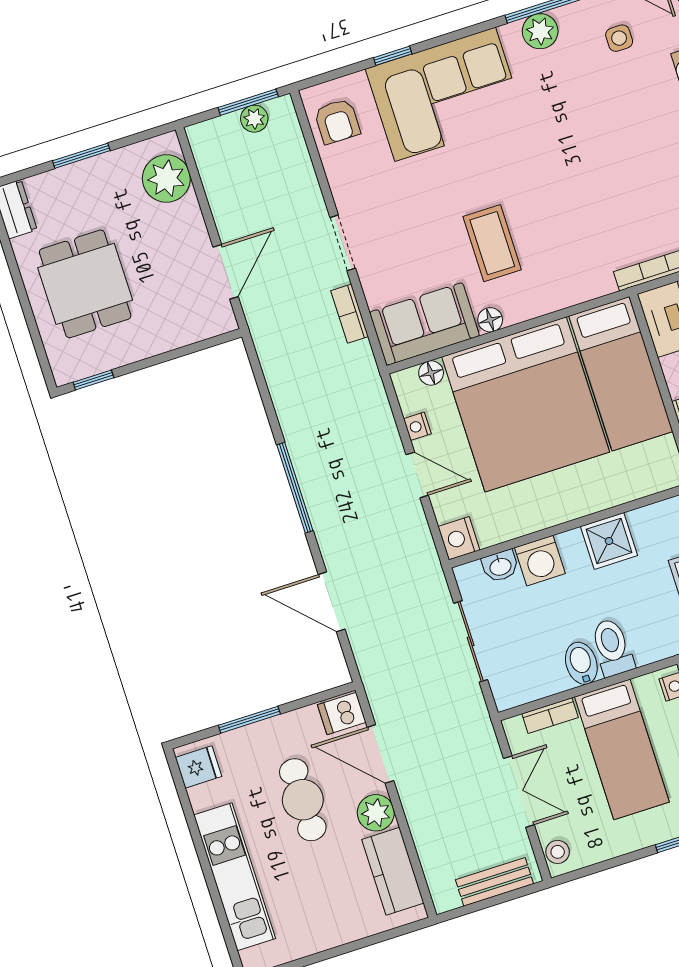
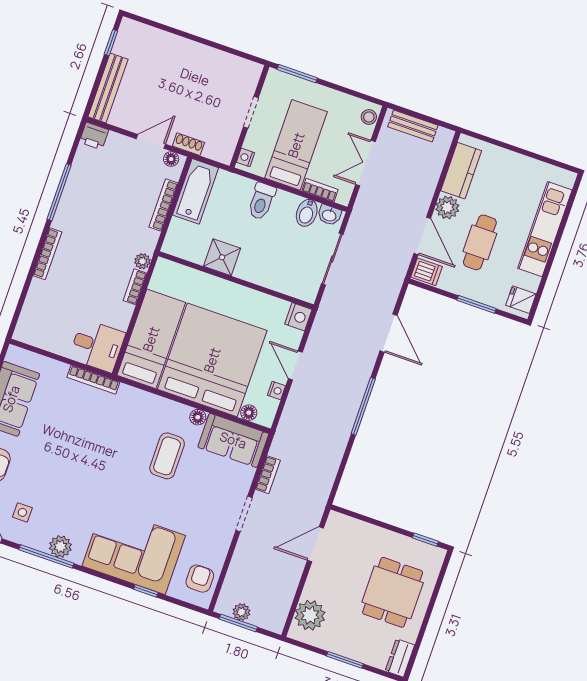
washing machine: (540, 561) -> (265, 274), removed
washbasin: (500, 566) -> (329, 215), moved, turned 180
bidet: (581, 663) -> (307, 213), moved

